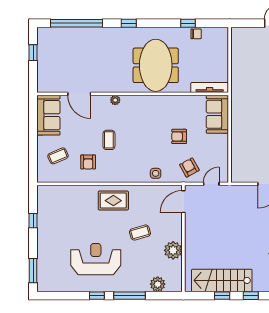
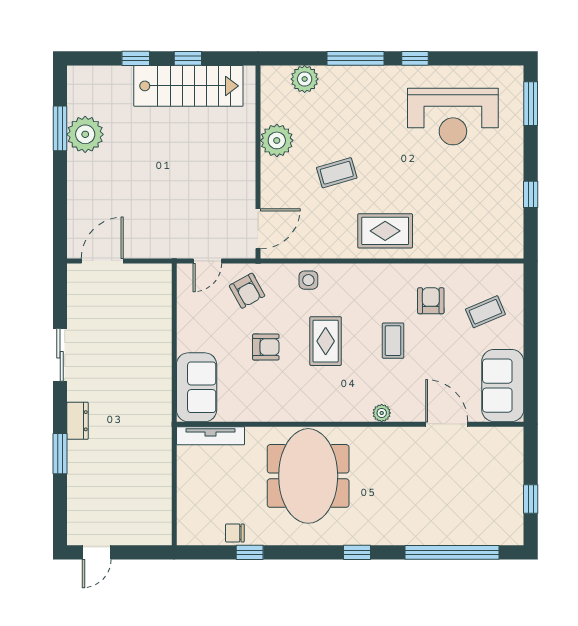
rug: (146, 140) -> (326, 341), added
reception desk: (96, 259) -> (453, 117), moved

